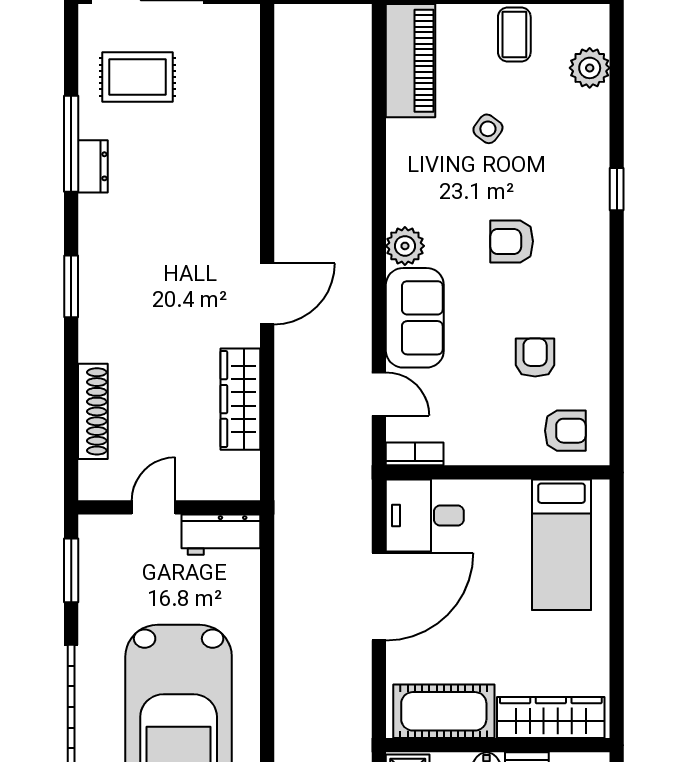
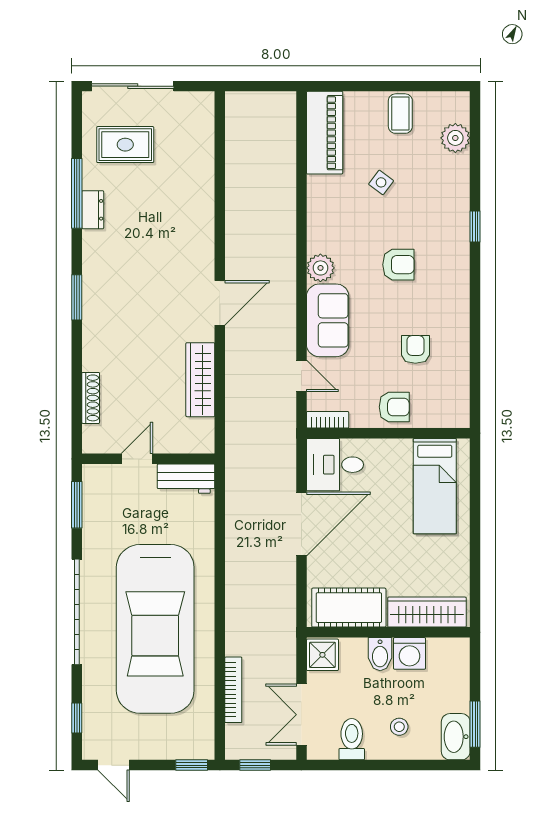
armchair: (512, 241) -> (398, 265), turned 180
shoe rack: (93, 411) -> (91, 398), width x0.74, depth x0.81
armchair: (565, 431) -> (394, 407), moved

